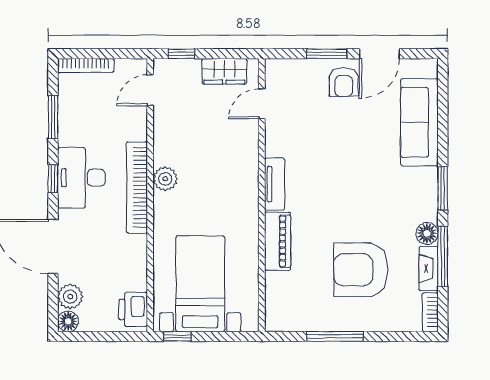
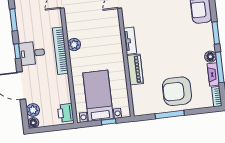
desk: (81, 178) -> (32, 53), width x0.73
armchair: (361, 270) -> (177, 91), moved
window: (177, 336) -> (109, 122), moved

